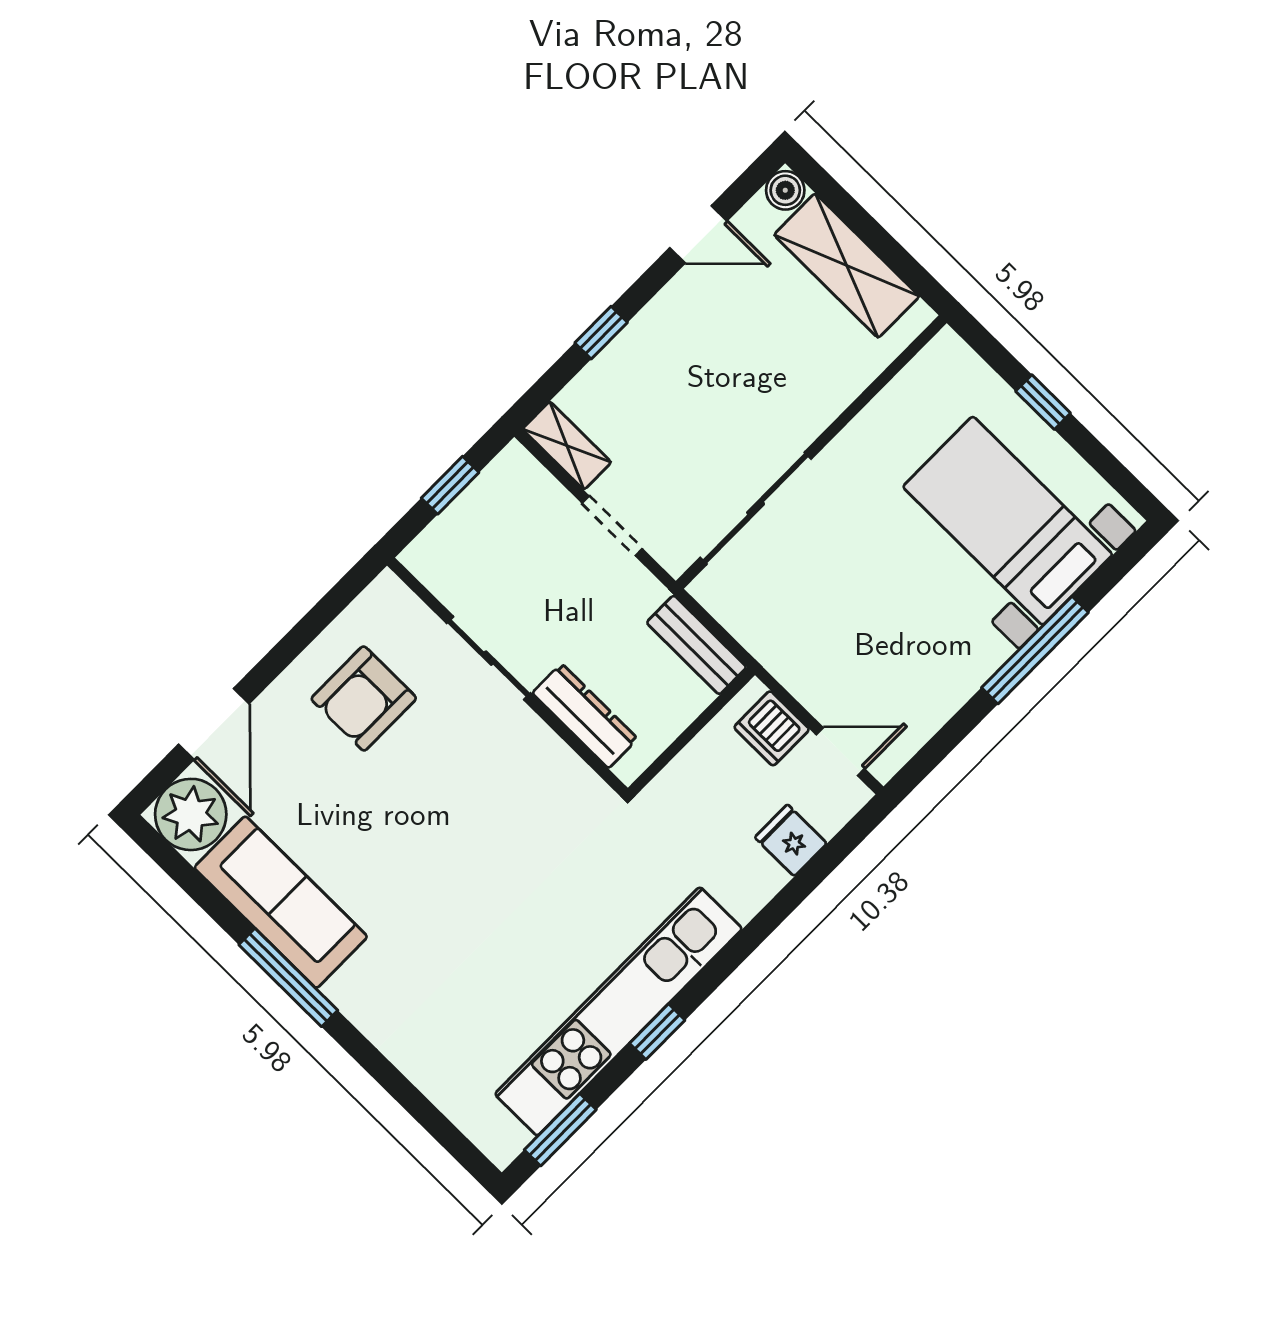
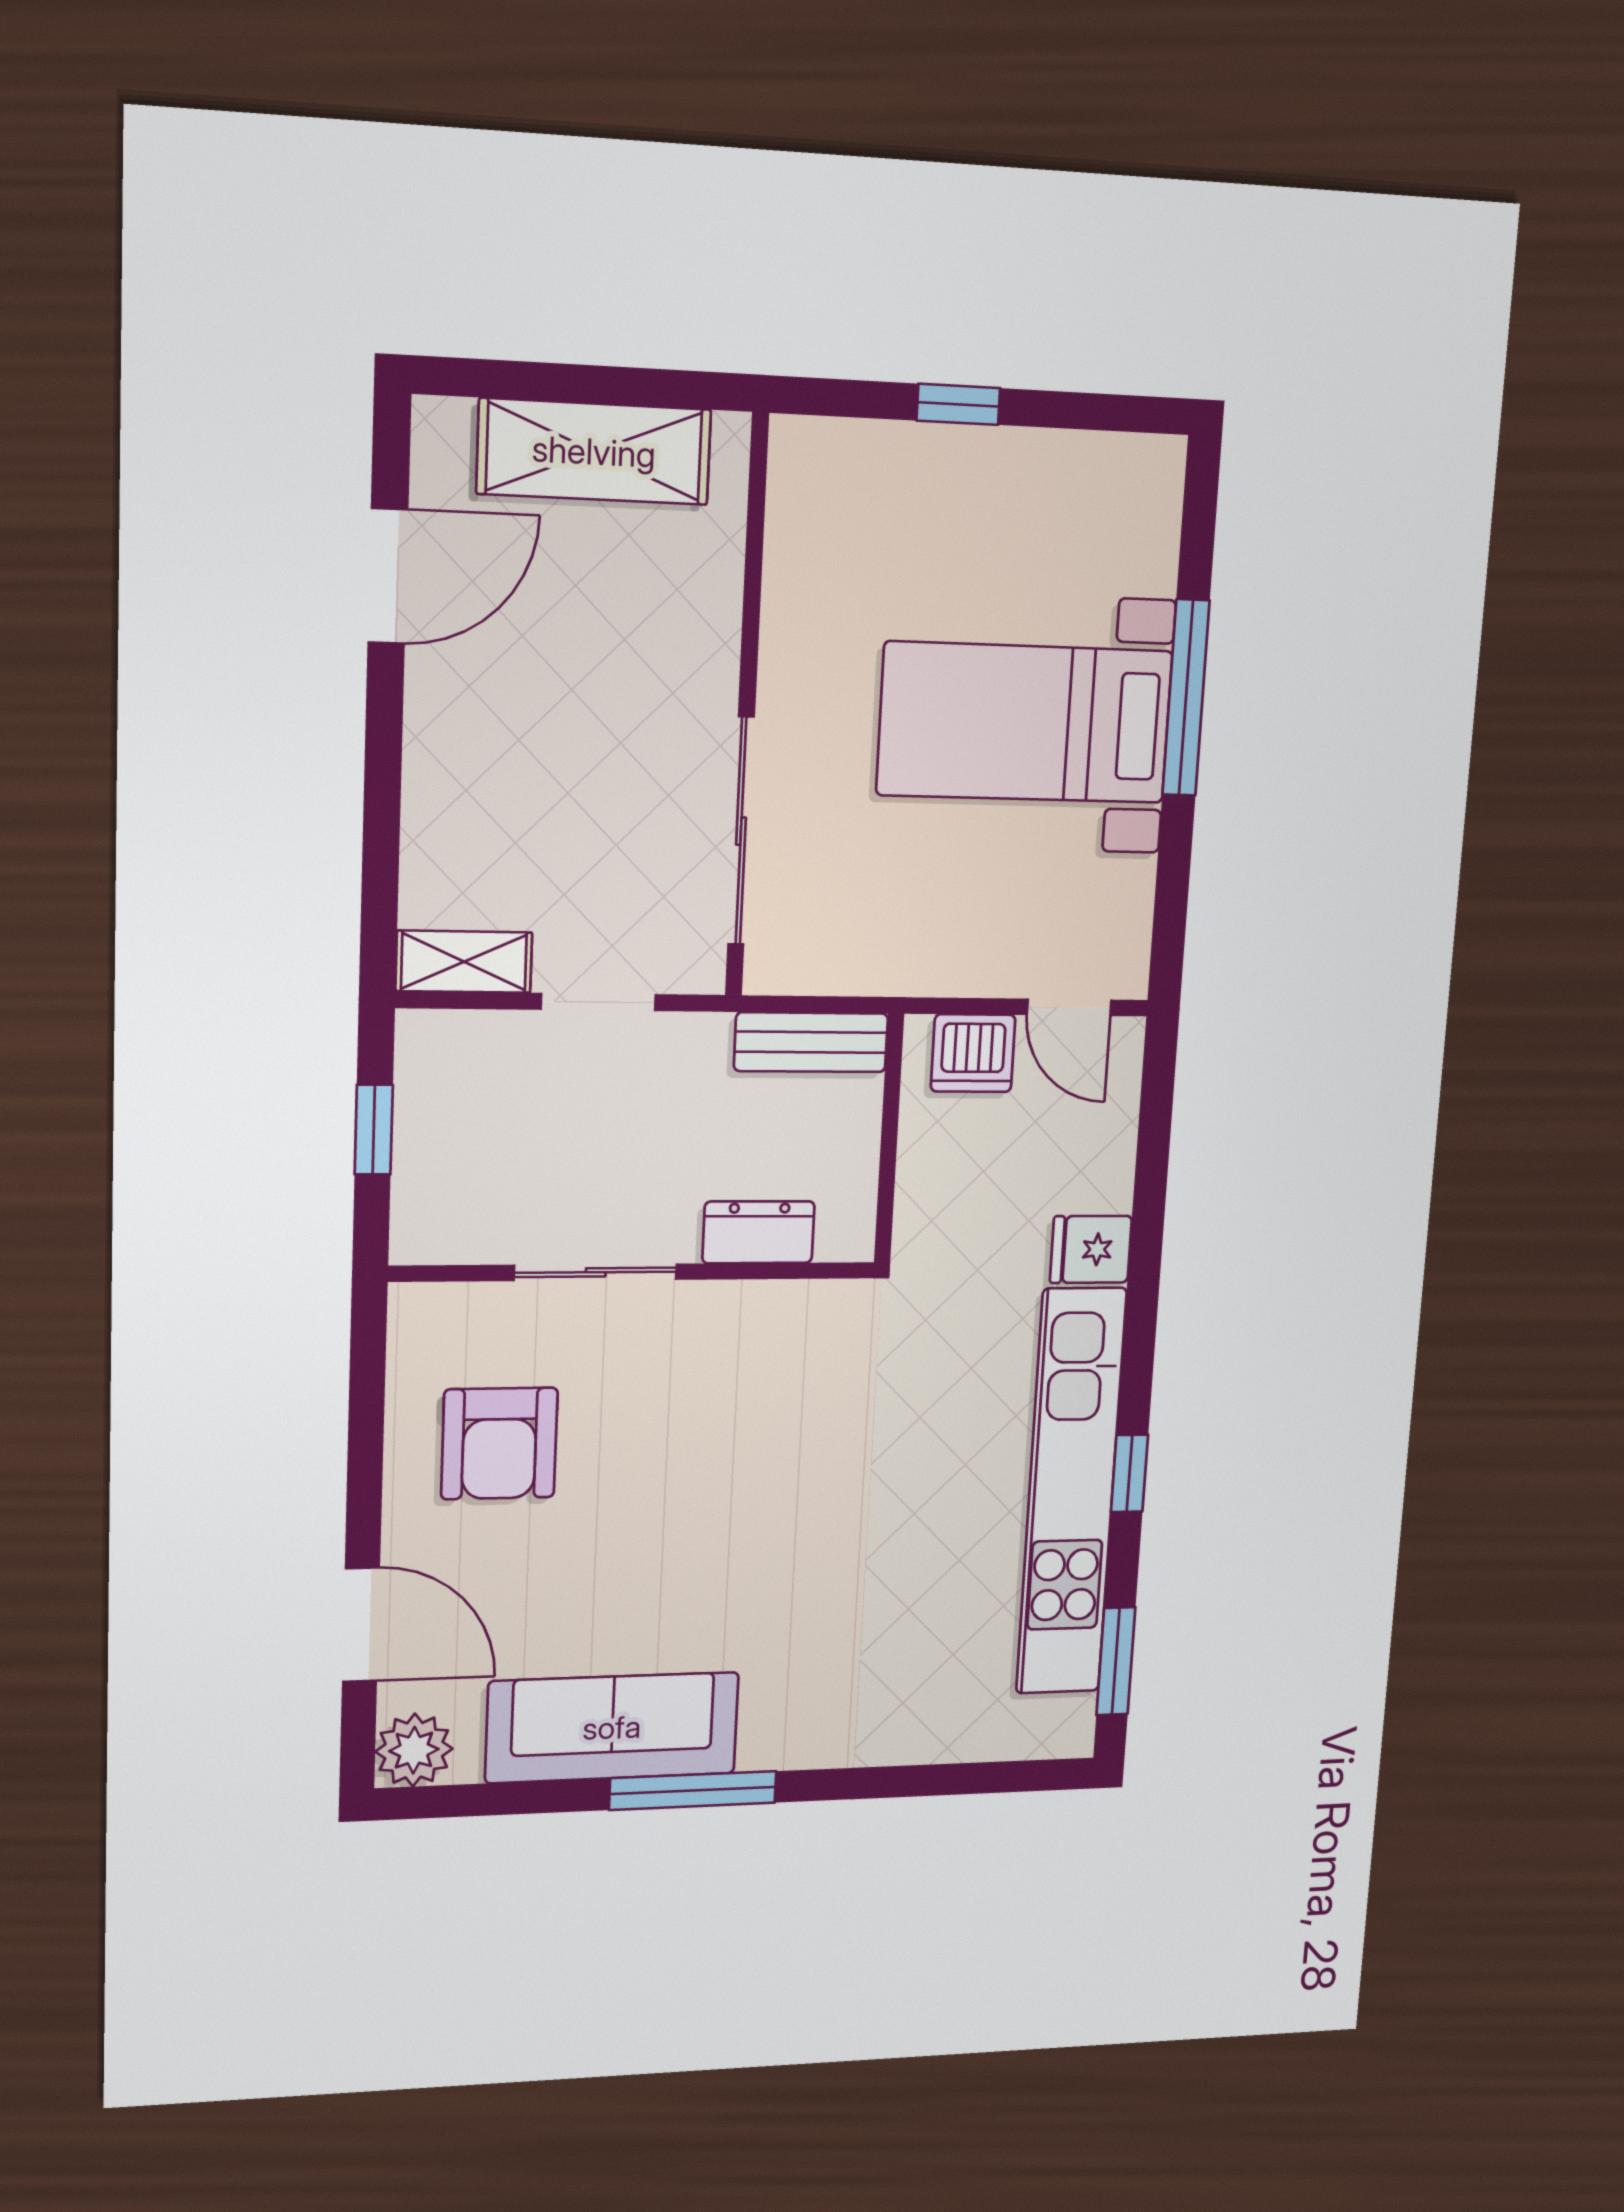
boiler: (785, 190) -> (441, 427), removed
door: (698, 234) -> (388, 576), width x1.38
window: (601, 333) -> (382, 797), removed
bed with nightstands: (1008, 521) -> (1025, 723), moved
dresser: (585, 716) -> (758, 1232), width x0.70
door: (840, 752) -> (1069, 1007), swing flipped
plant: (191, 814) -> (414, 1750), width x0.73, depth x0.73
fridge: (791, 840) -> (1091, 1249), moved

